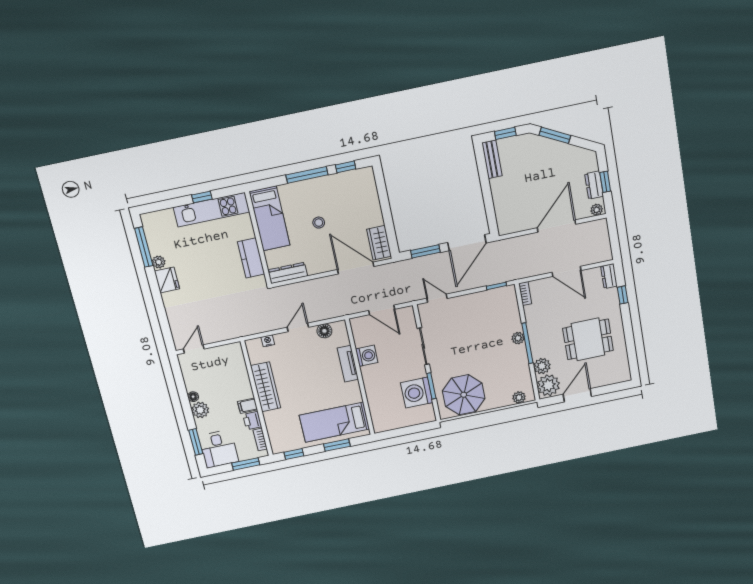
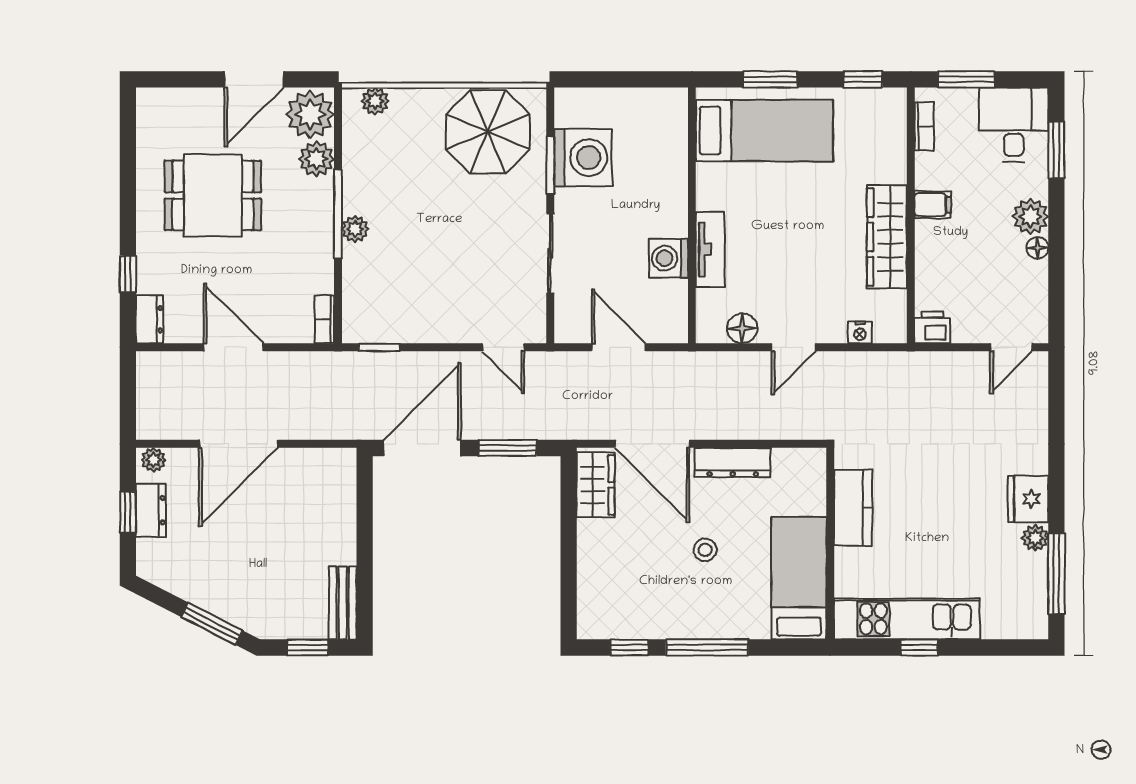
dresser: (288, 273) -> (733, 462), moved
printer: (252, 421) -> (932, 327), moved, turned -90

